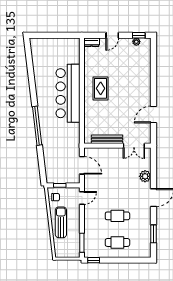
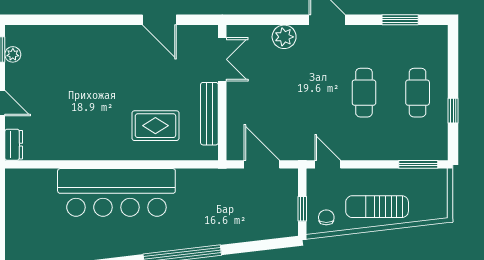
rug: (101, 88) -> (155, 126), moved
door: (82, 165) -> (262, 164), hinge flipped
window: (94, 260) -> (453, 111), moved

